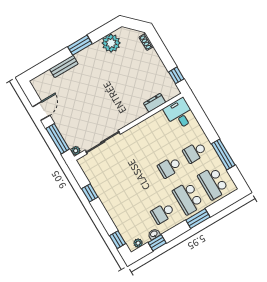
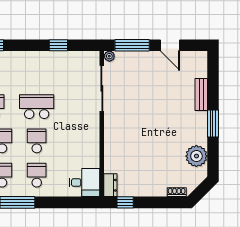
dresser: (155, 103) -> (110, 185), moved
school desk: (144, 182) -> (37, 107), added

